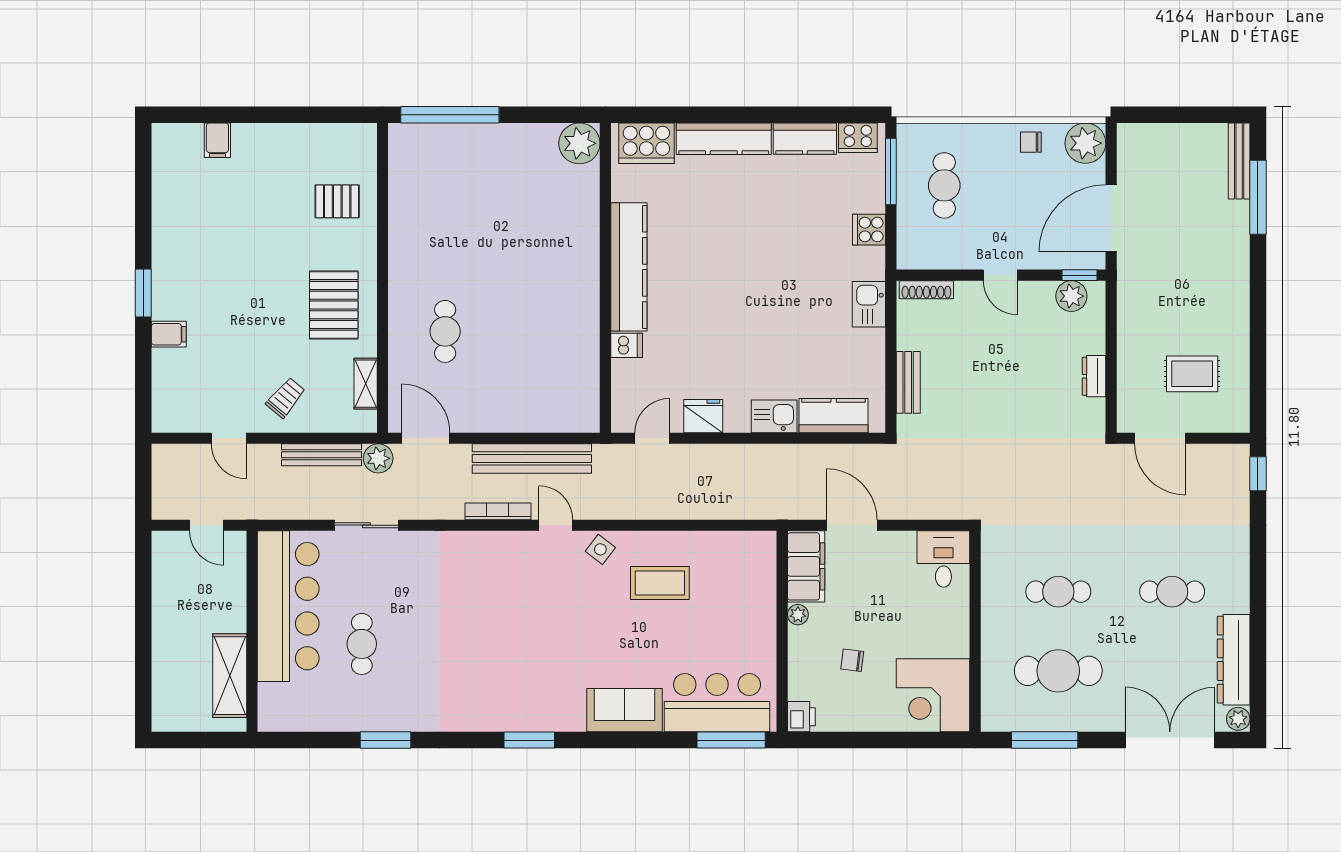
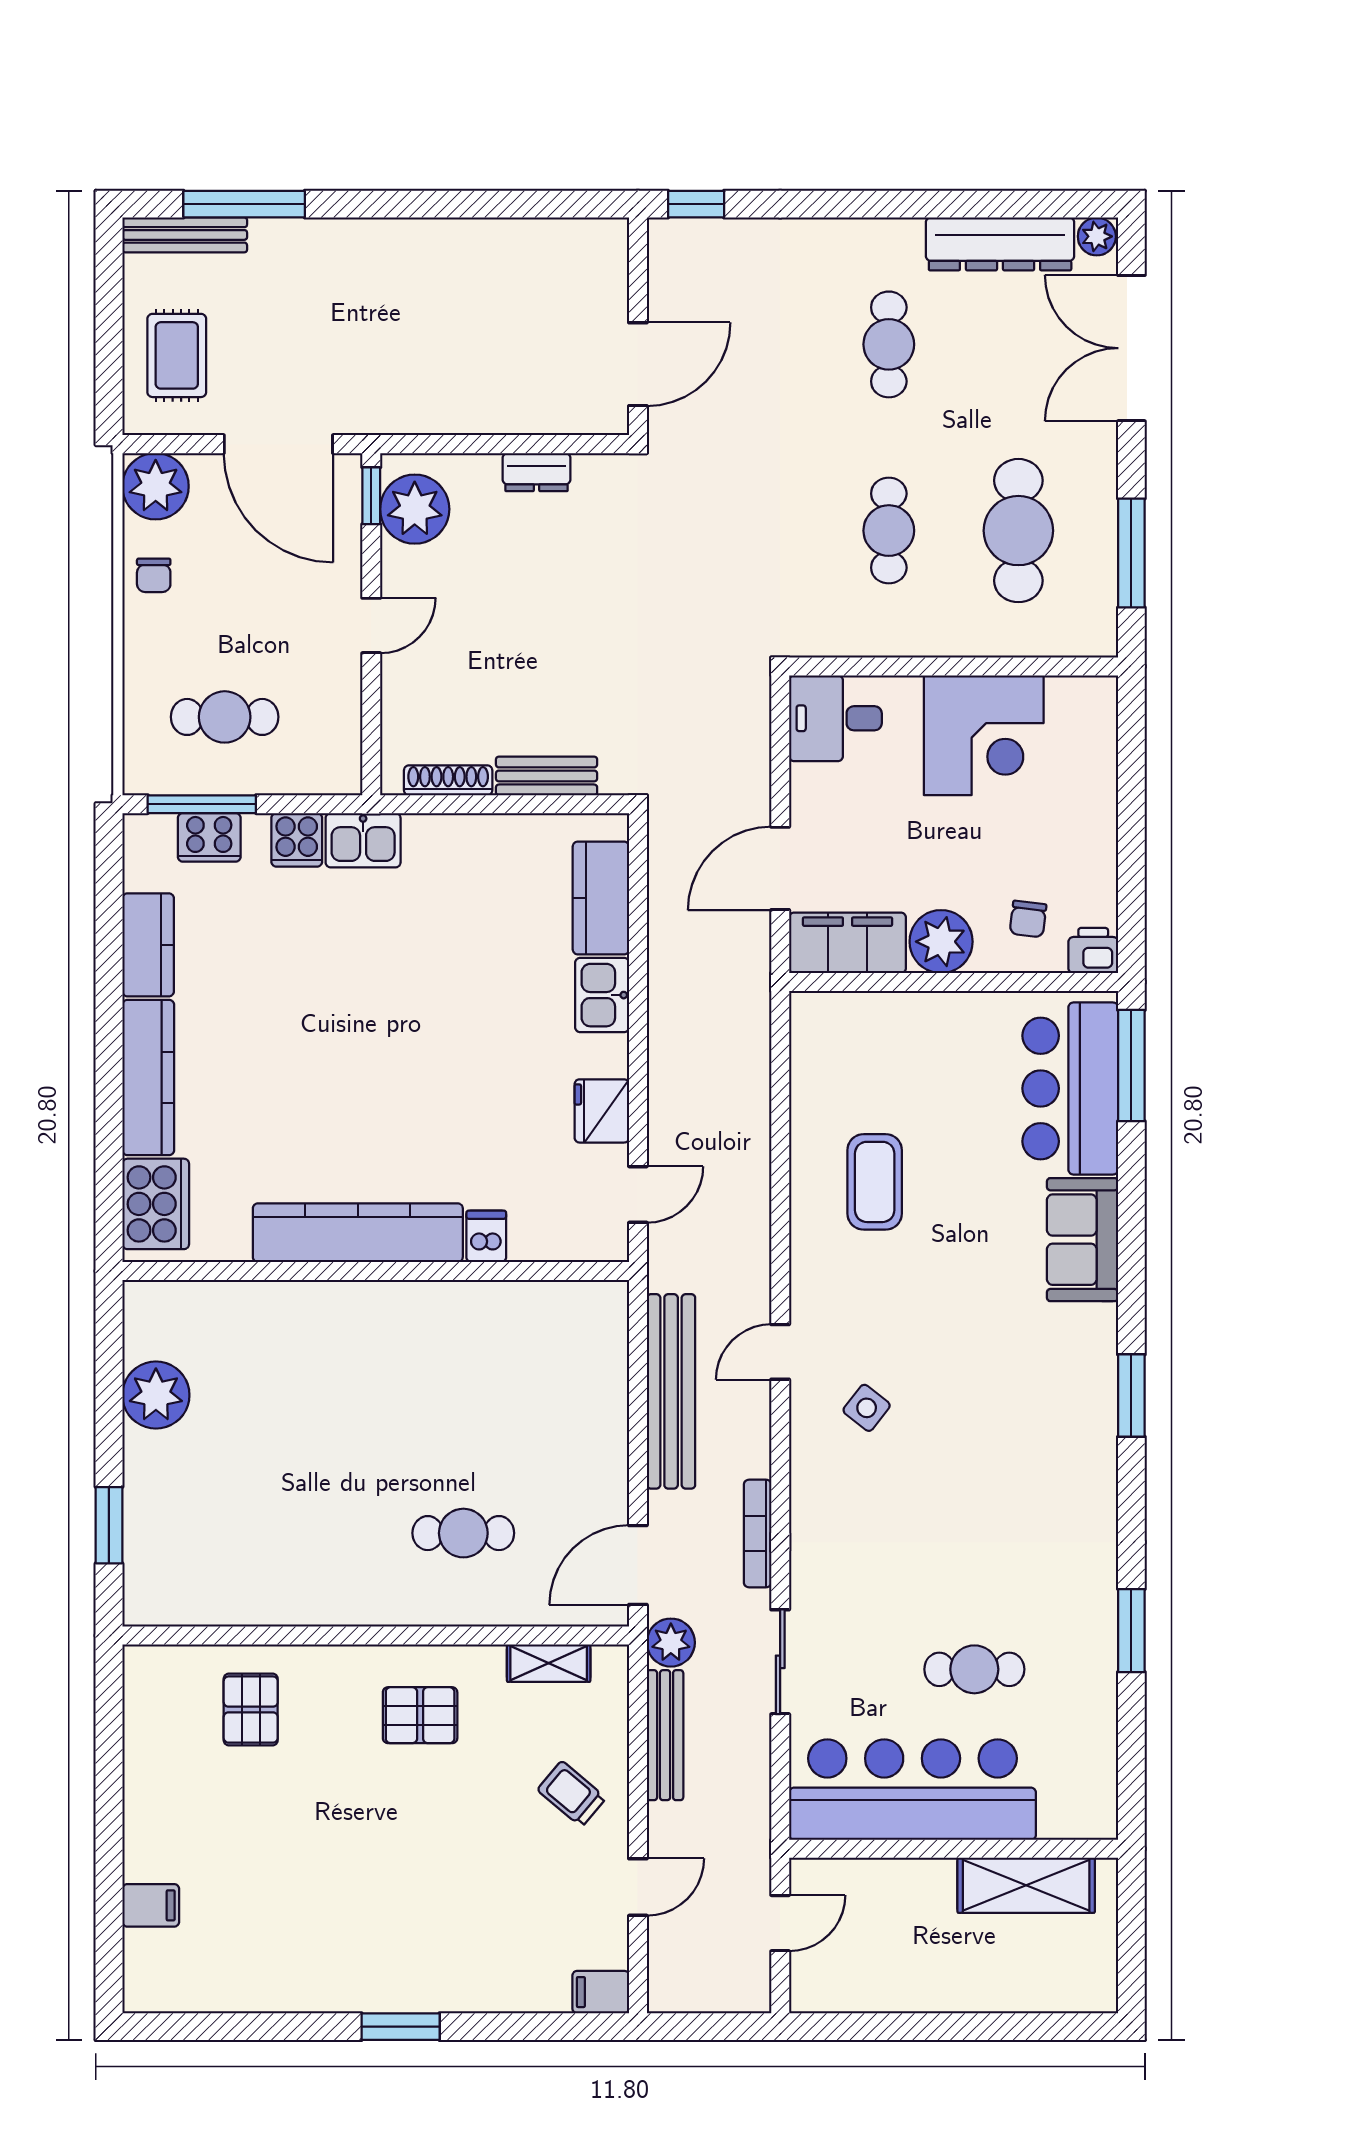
window: (450, 115) -> (109, 1525), width x0.47
cooker: (858, 138) -> (209, 837), moved, turned 90
plant: (579, 143) -> (156, 1395), moved
shoe rack: (926, 290) -> (448, 780), moved, turned -90
plant: (1071, 296) -> (415, 509), width x1.36, depth x1.36
kitchen sink: (869, 304) -> (363, 840), moved
pallet: (334, 305) -> (420, 1715), width x0.67, depth x0.71
filing cabinet: (169, 334) -> (601, 1992), moved, turned -90
rug: (1192, 374) -> (177, 355), moved
door: (652, 438) -> (638, 1195), swing flipped
bookcase: (498, 511) -> (758, 1534), moved
side table: (600, 549) -> (867, 1408), moved
plant: (798, 615) -> (941, 942), width x1.87, depth x1.87
chair: (852, 660) -> (1028, 919), moved
corner desk: (933, 695) -> (984, 735), moved

